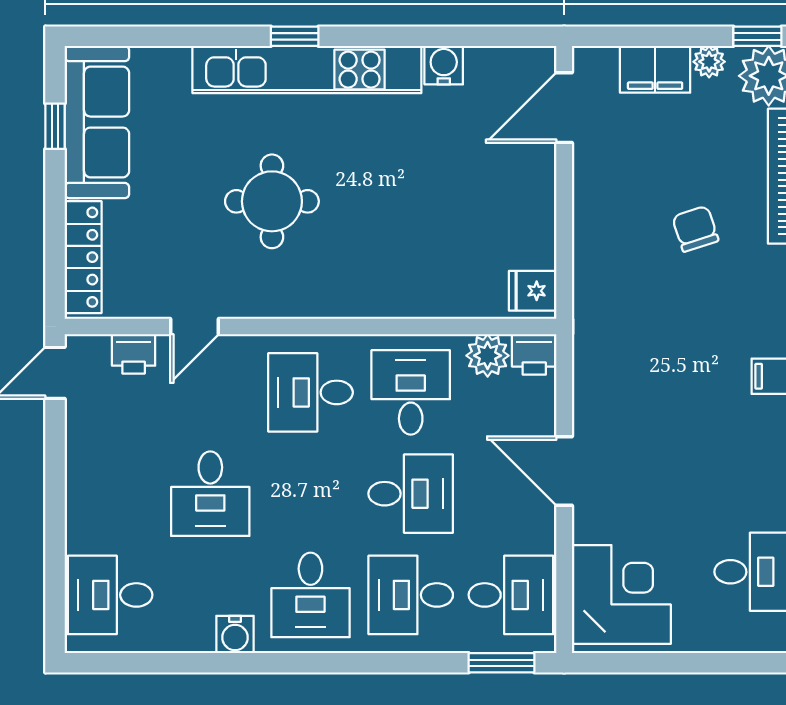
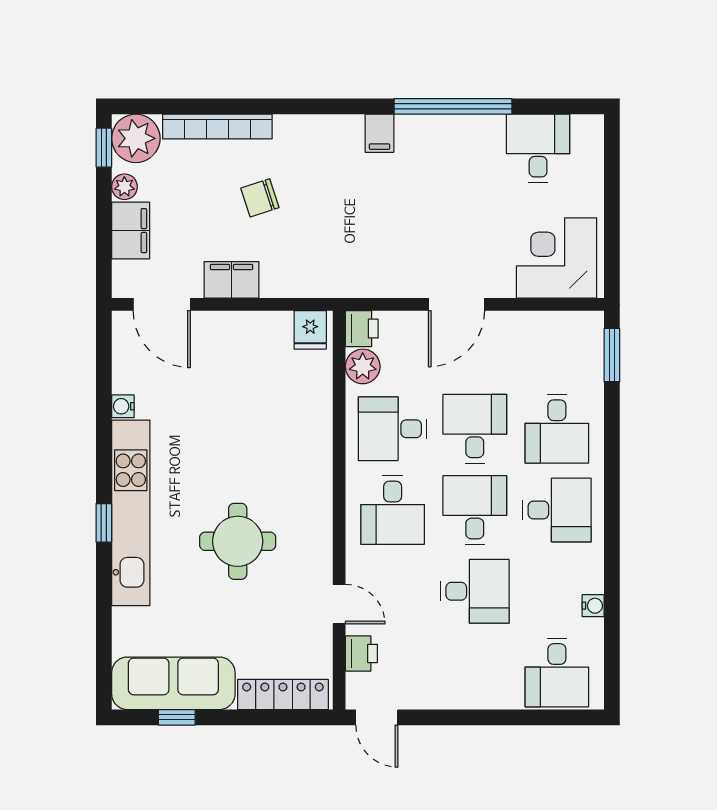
water cooler: (444, 65) -> (123, 406), width x0.72, depth x0.72
filing cabinet: (594, 194) -> (231, 280), added
desk: (511, 595) -> (475, 510), moved
water cooler: (235, 634) -> (593, 606), moved, width x0.72, depth x0.72

